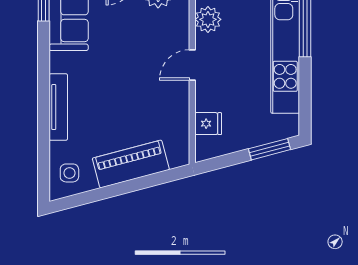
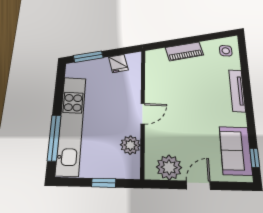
fridge: (208, 124) -> (118, 63), moved, turned -105
piano: (131, 164) -> (184, 51), width x0.73, depth x0.75

